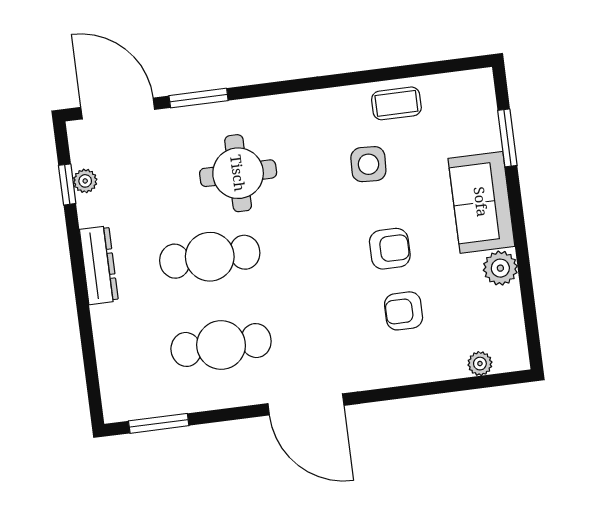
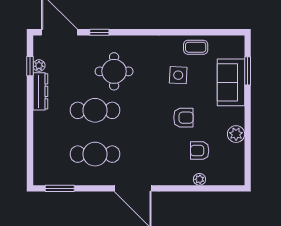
window: (199, 98) -> (99, 32), width x0.67
sofa: (481, 202) -> (231, 82), moved
dresser: (99, 265) -> (40, 91), moved
armchair: (404, 311) -> (200, 151), moved
plant: (480, 364) -> (199, 179), moved

